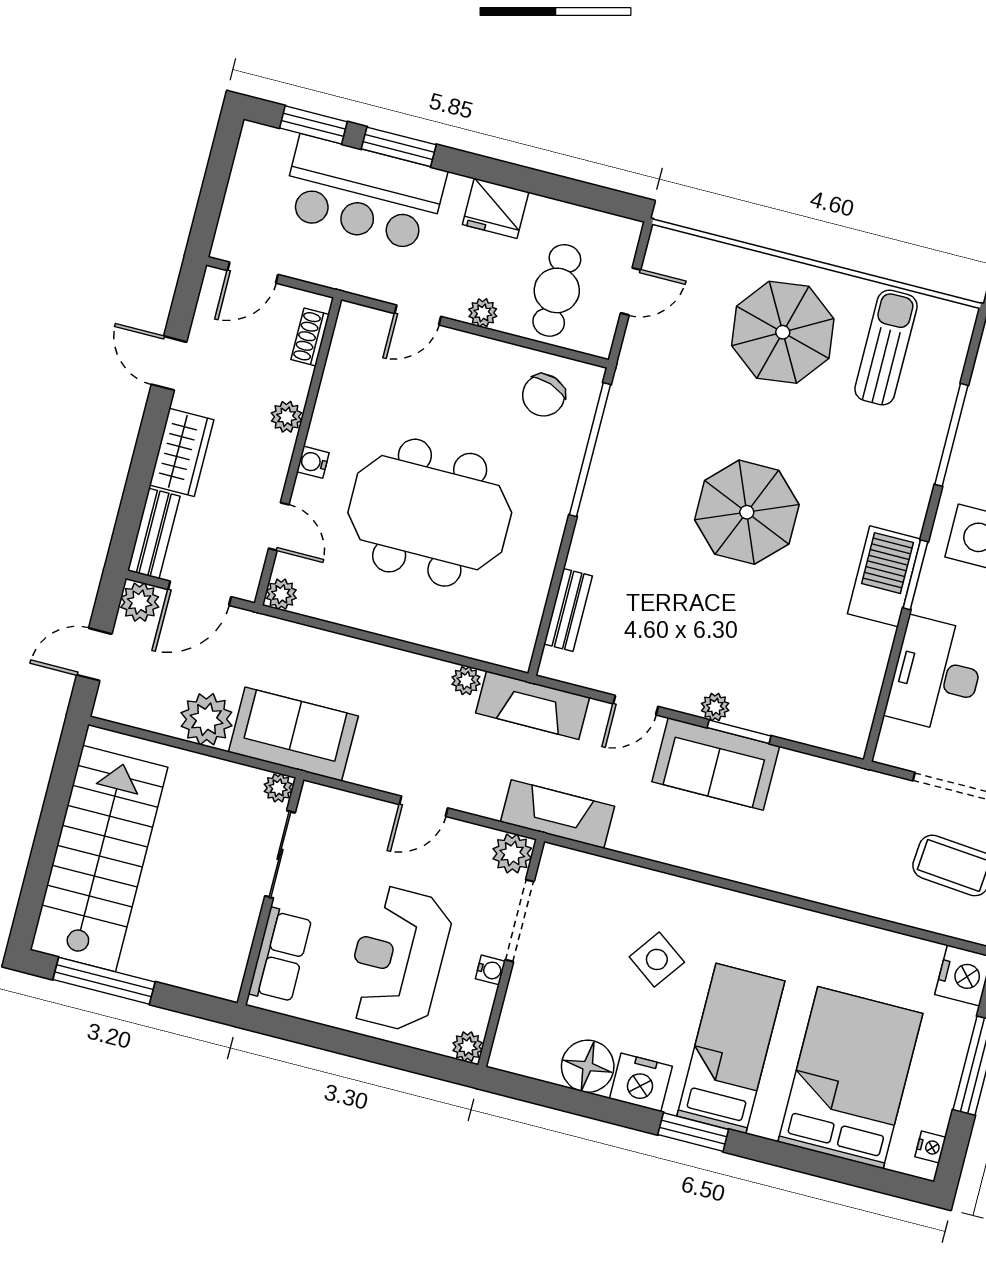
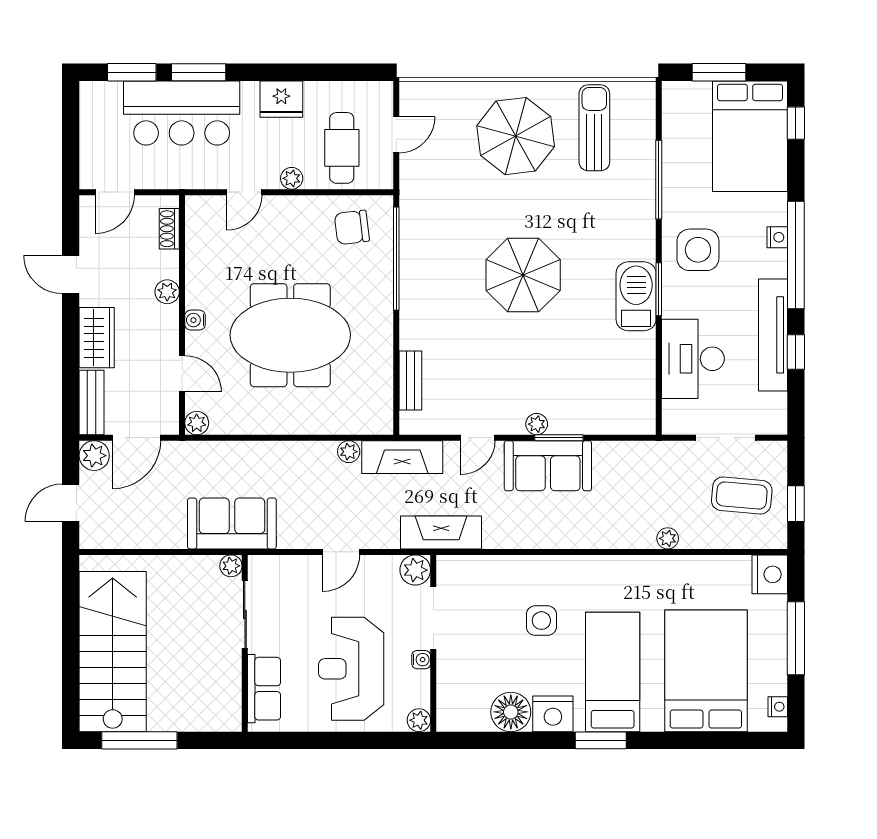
chair: (544, 395) -> (352, 227), turned 64
plant: (206, 719) -> (668, 538), moved, width x0.53, depth x0.53
side table: (657, 959) -> (541, 621), turned -36

